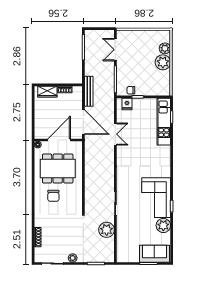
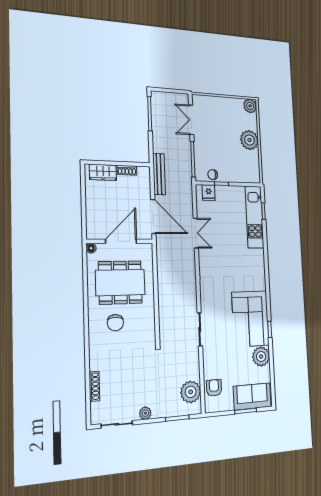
plant: (165, 48) -> (250, 106), moved
plant: (107, 230) -> (191, 392), moved
armchair: (125, 245) -> (214, 388), added

